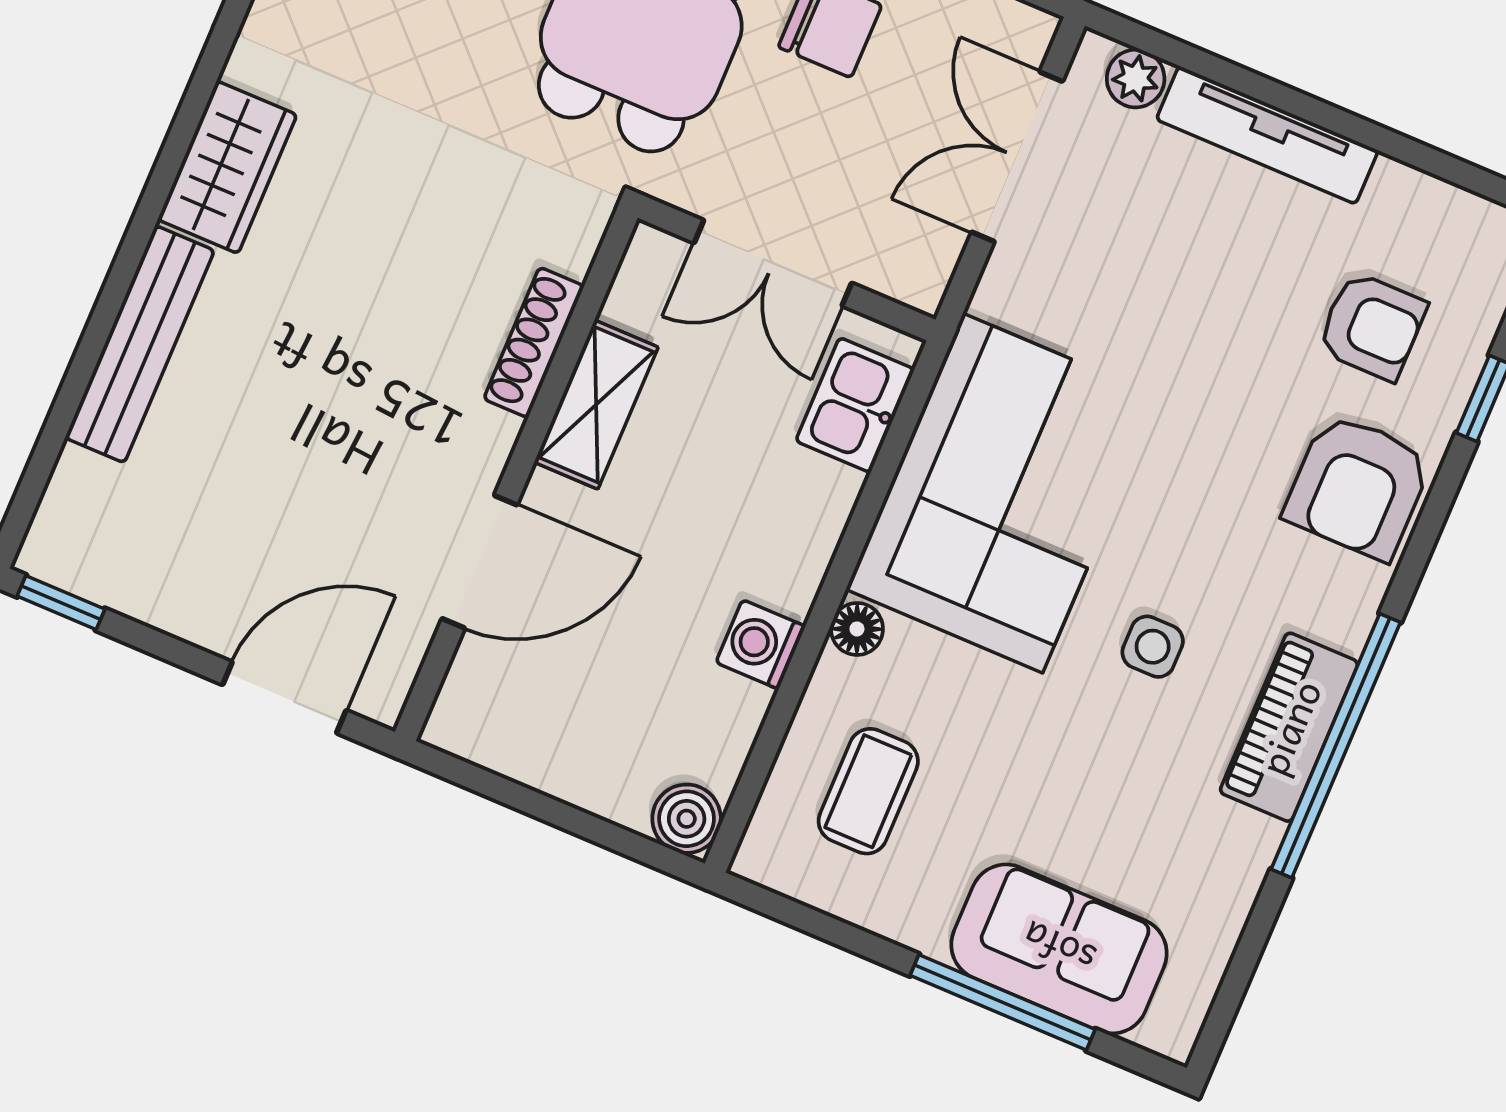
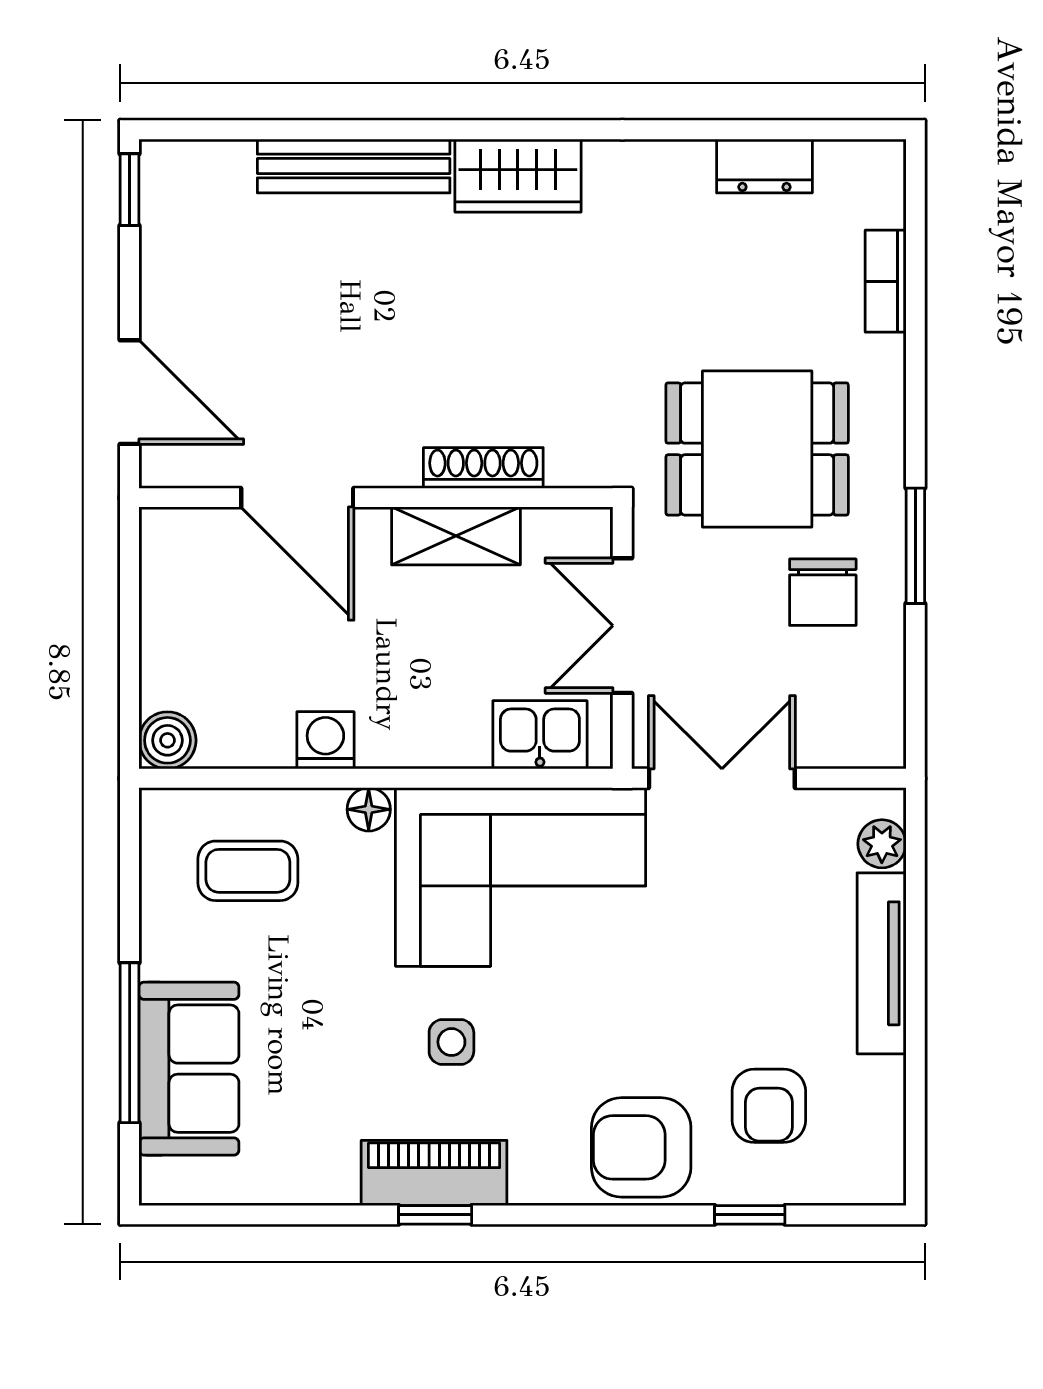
double door: (1017, 157) -> (722, 778), moved
window: (1336, 746) -> (435, 1215), width x0.32

